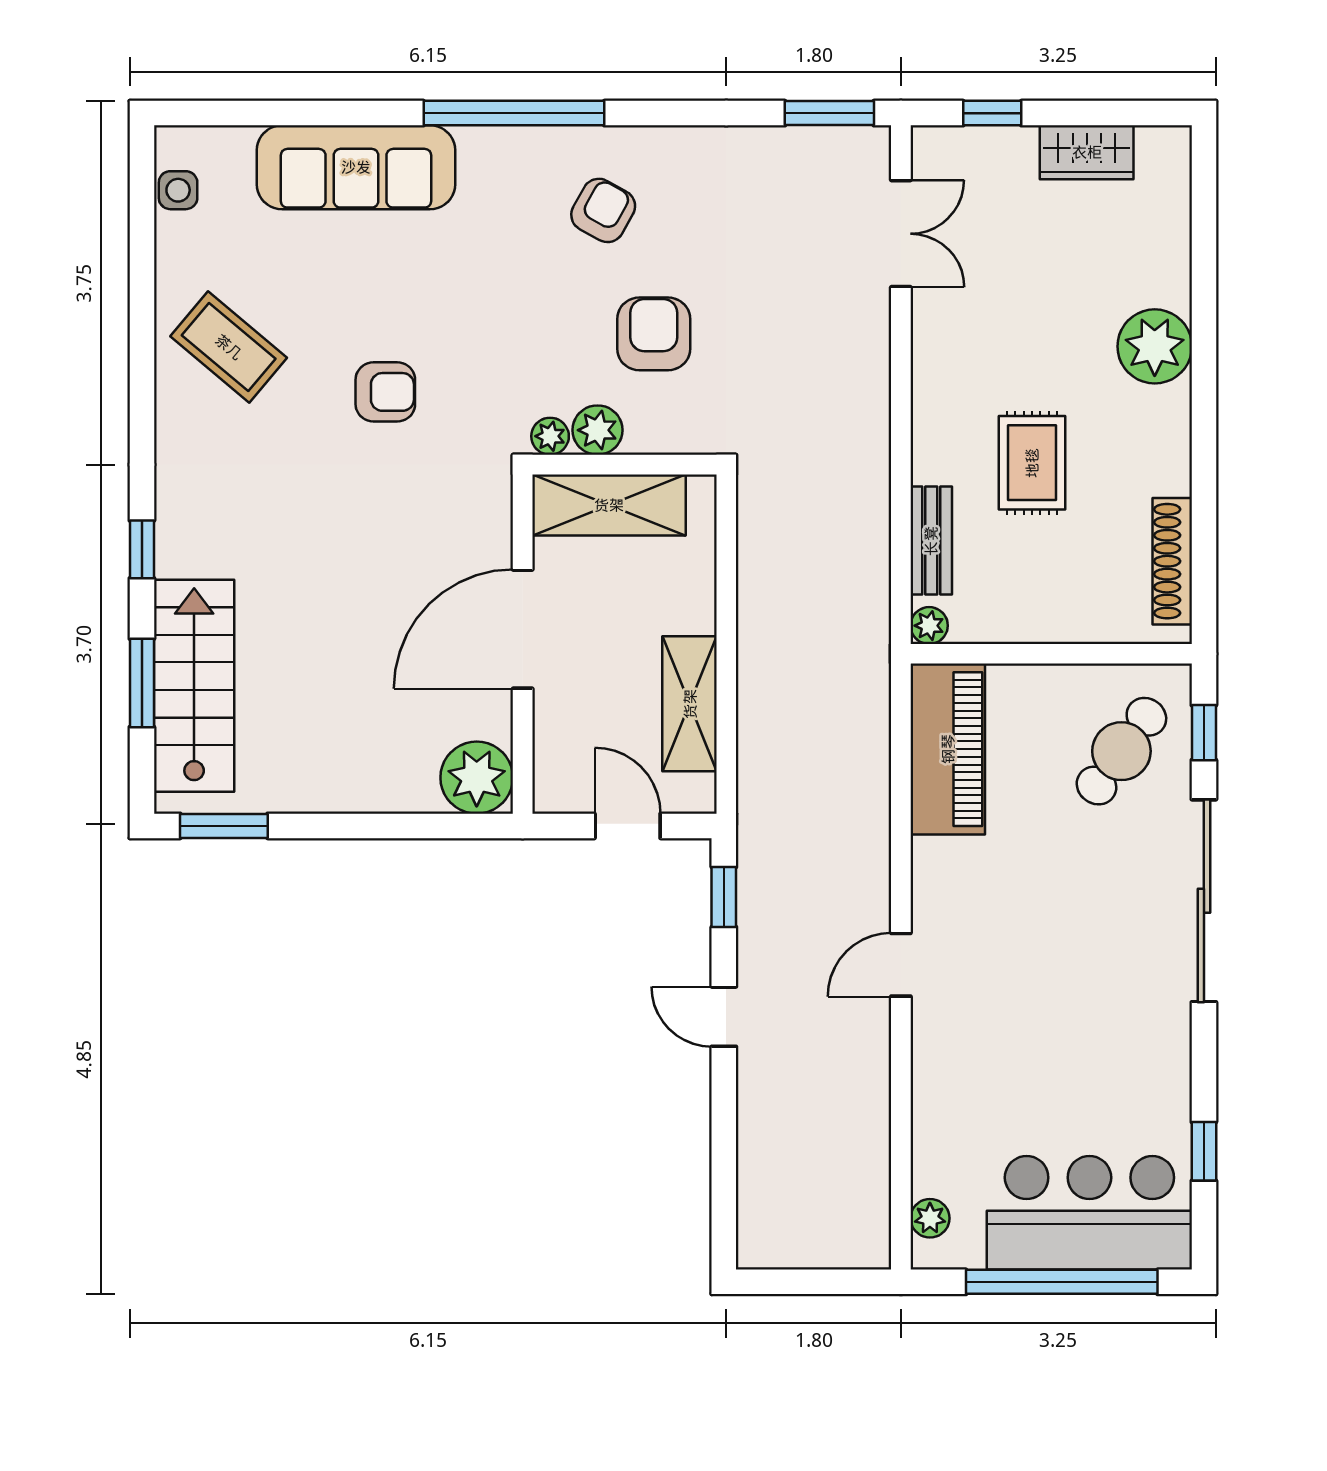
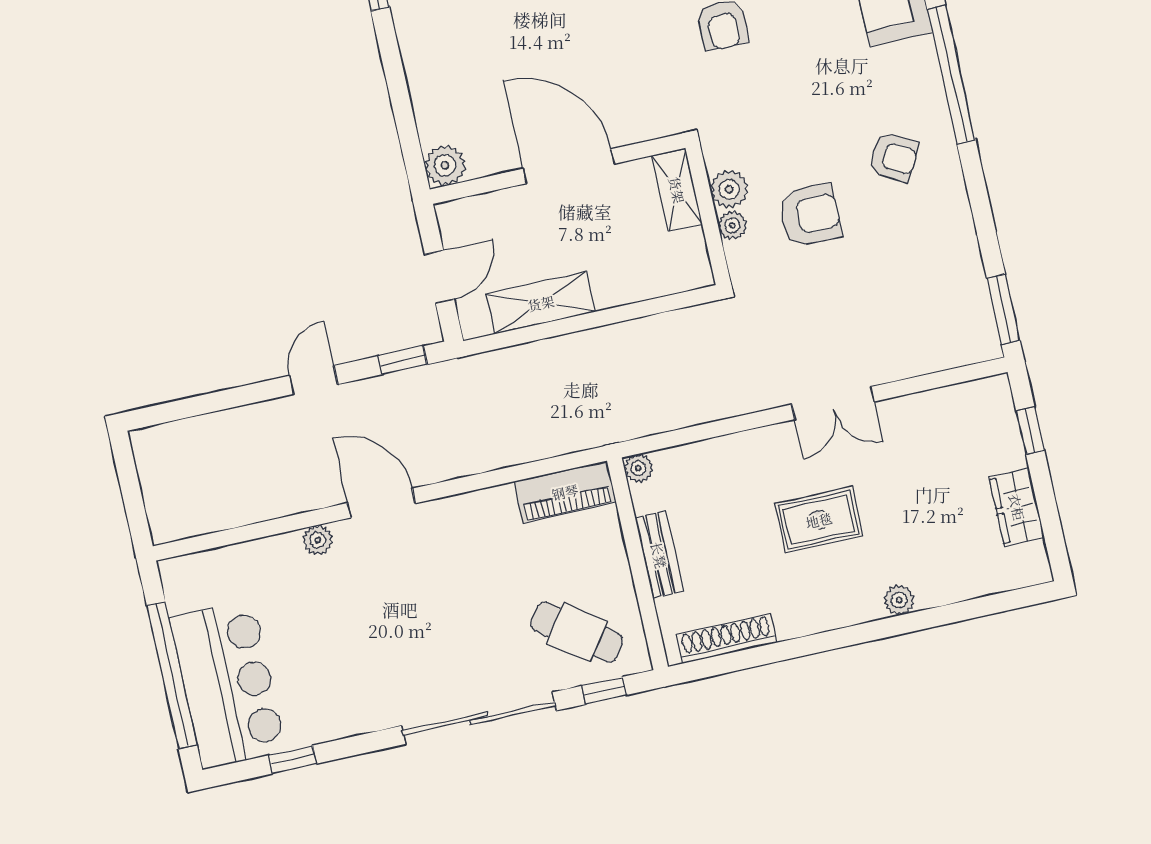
double door: (901, 234) -> (833, 403), moved
plant: (1155, 346) -> (899, 600), width x0.53, depth x0.53
plant: (550, 436) -> (732, 225), moved
rug: (1032, 463) -> (819, 520), moved
shelving: (609, 505) -> (677, 190), width x0.67, depth x0.75
bench: (931, 541) -> (659, 555), moved, turned 90
piano: (948, 749) -> (565, 492), width x0.73, depth x0.75
plant: (477, 778) -> (445, 165), width x0.73, depth x0.73
door: (901, 965) -> (381, 503), width x1.38
plant: (930, 1218) -> (318, 540), moved

